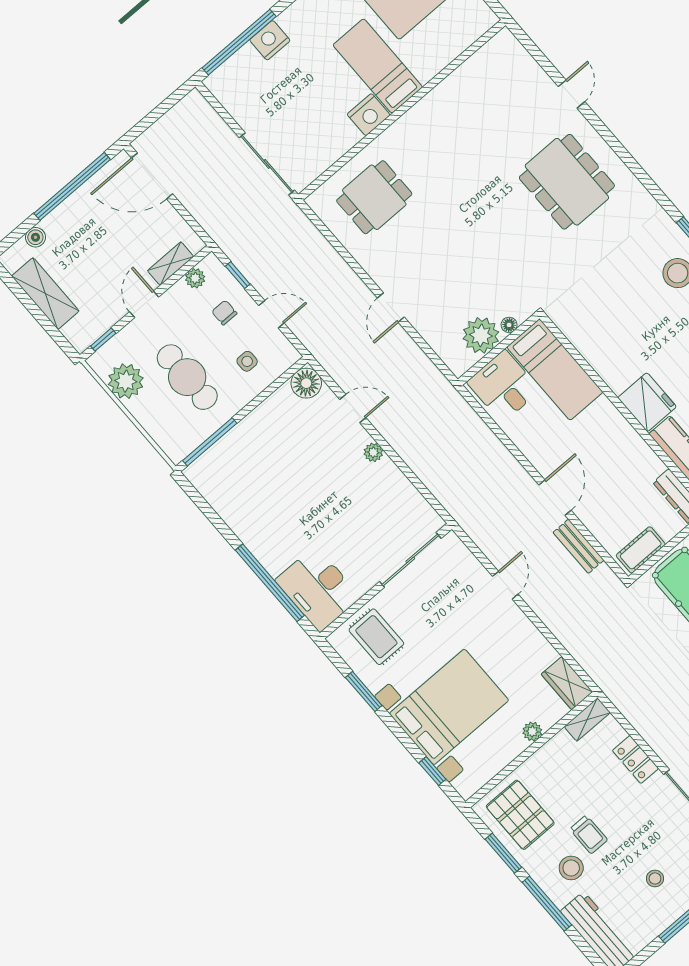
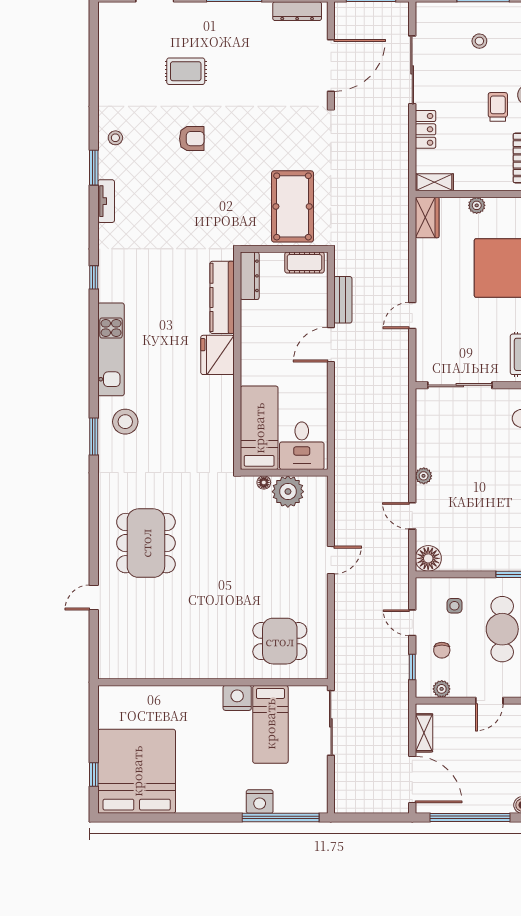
bed: (378, 66) -> (270, 724), moved
shelving: (171, 264) -> (424, 733), moved, turned 90

